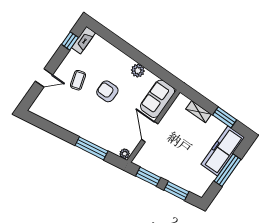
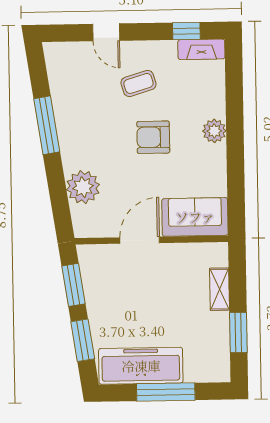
plant: (138, 71) -> (214, 131), moved
armchair: (107, 91) -> (153, 137), turned -90
window: (91, 148) -> (47, 125), moved
freezer: (223, 151) -> (141, 366), moved
plant: (125, 154) -> (83, 187), moved, width x1.87, depth x1.87

